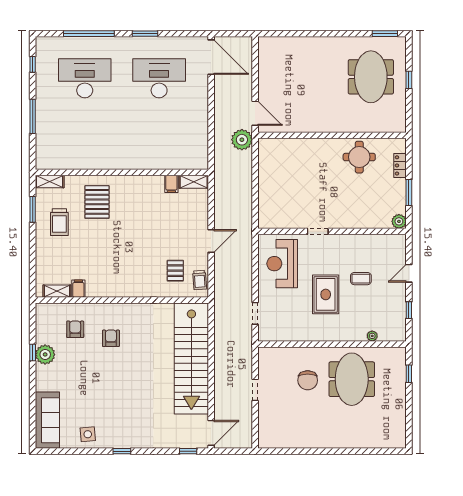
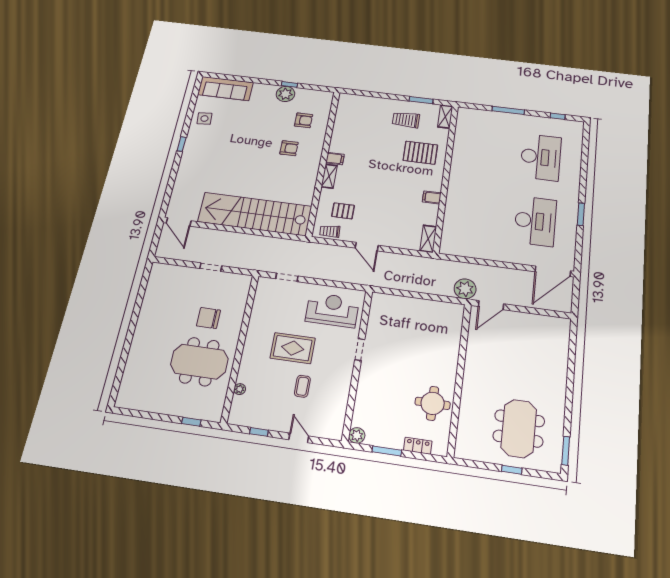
window: (89, 34) -> (584, 166), removed
meeting table: (371, 77) -> (519, 428), turned 90
filing cabinet: (171, 184) -> (432, 197), moved
filing cabinet: (78, 289) -> (335, 159), moved
shelving: (57, 291) -> (329, 176), moved
window: (188, 451) -> (167, 200), removed

